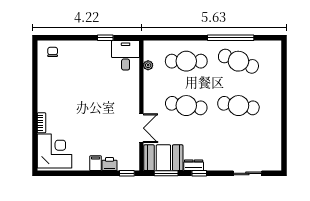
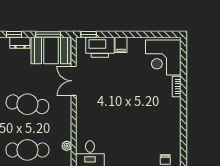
printer: (110, 164) -> (100, 47), width x1.87, depth x1.48

